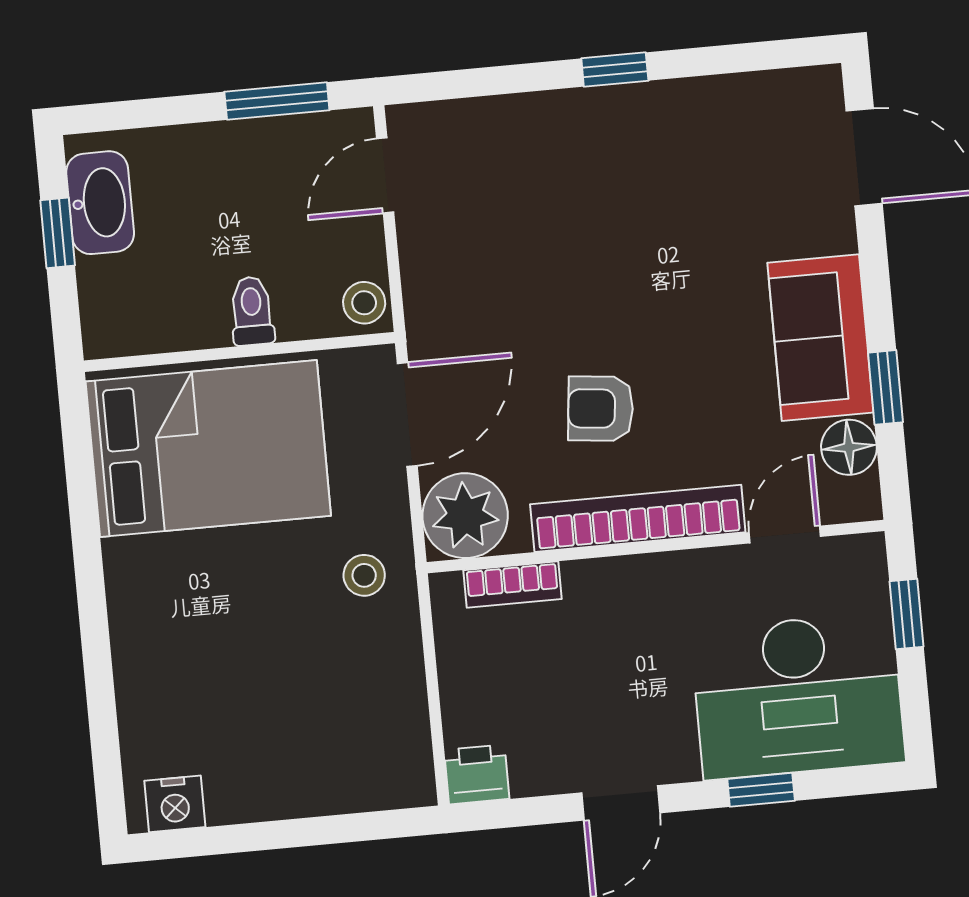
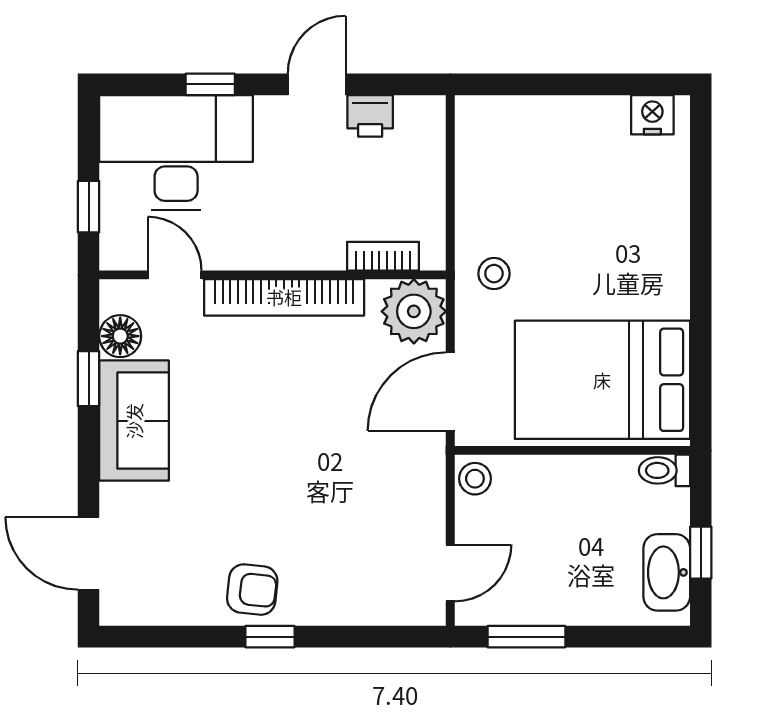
toilet: (252, 311) -> (664, 470), moved, turned 90
armchair: (601, 409) -> (252, 590), moved
door: (785, 534) -> (175, 275), swing flipped
printer: (477, 774) -> (370, 116), moved

